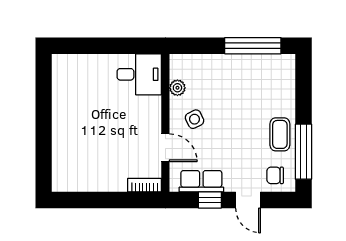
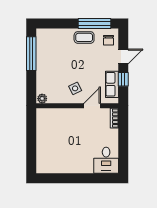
desk: (139, 74) -> (106, 160), moved, turned 180
plant: (177, 88) -> (42, 99), moved

